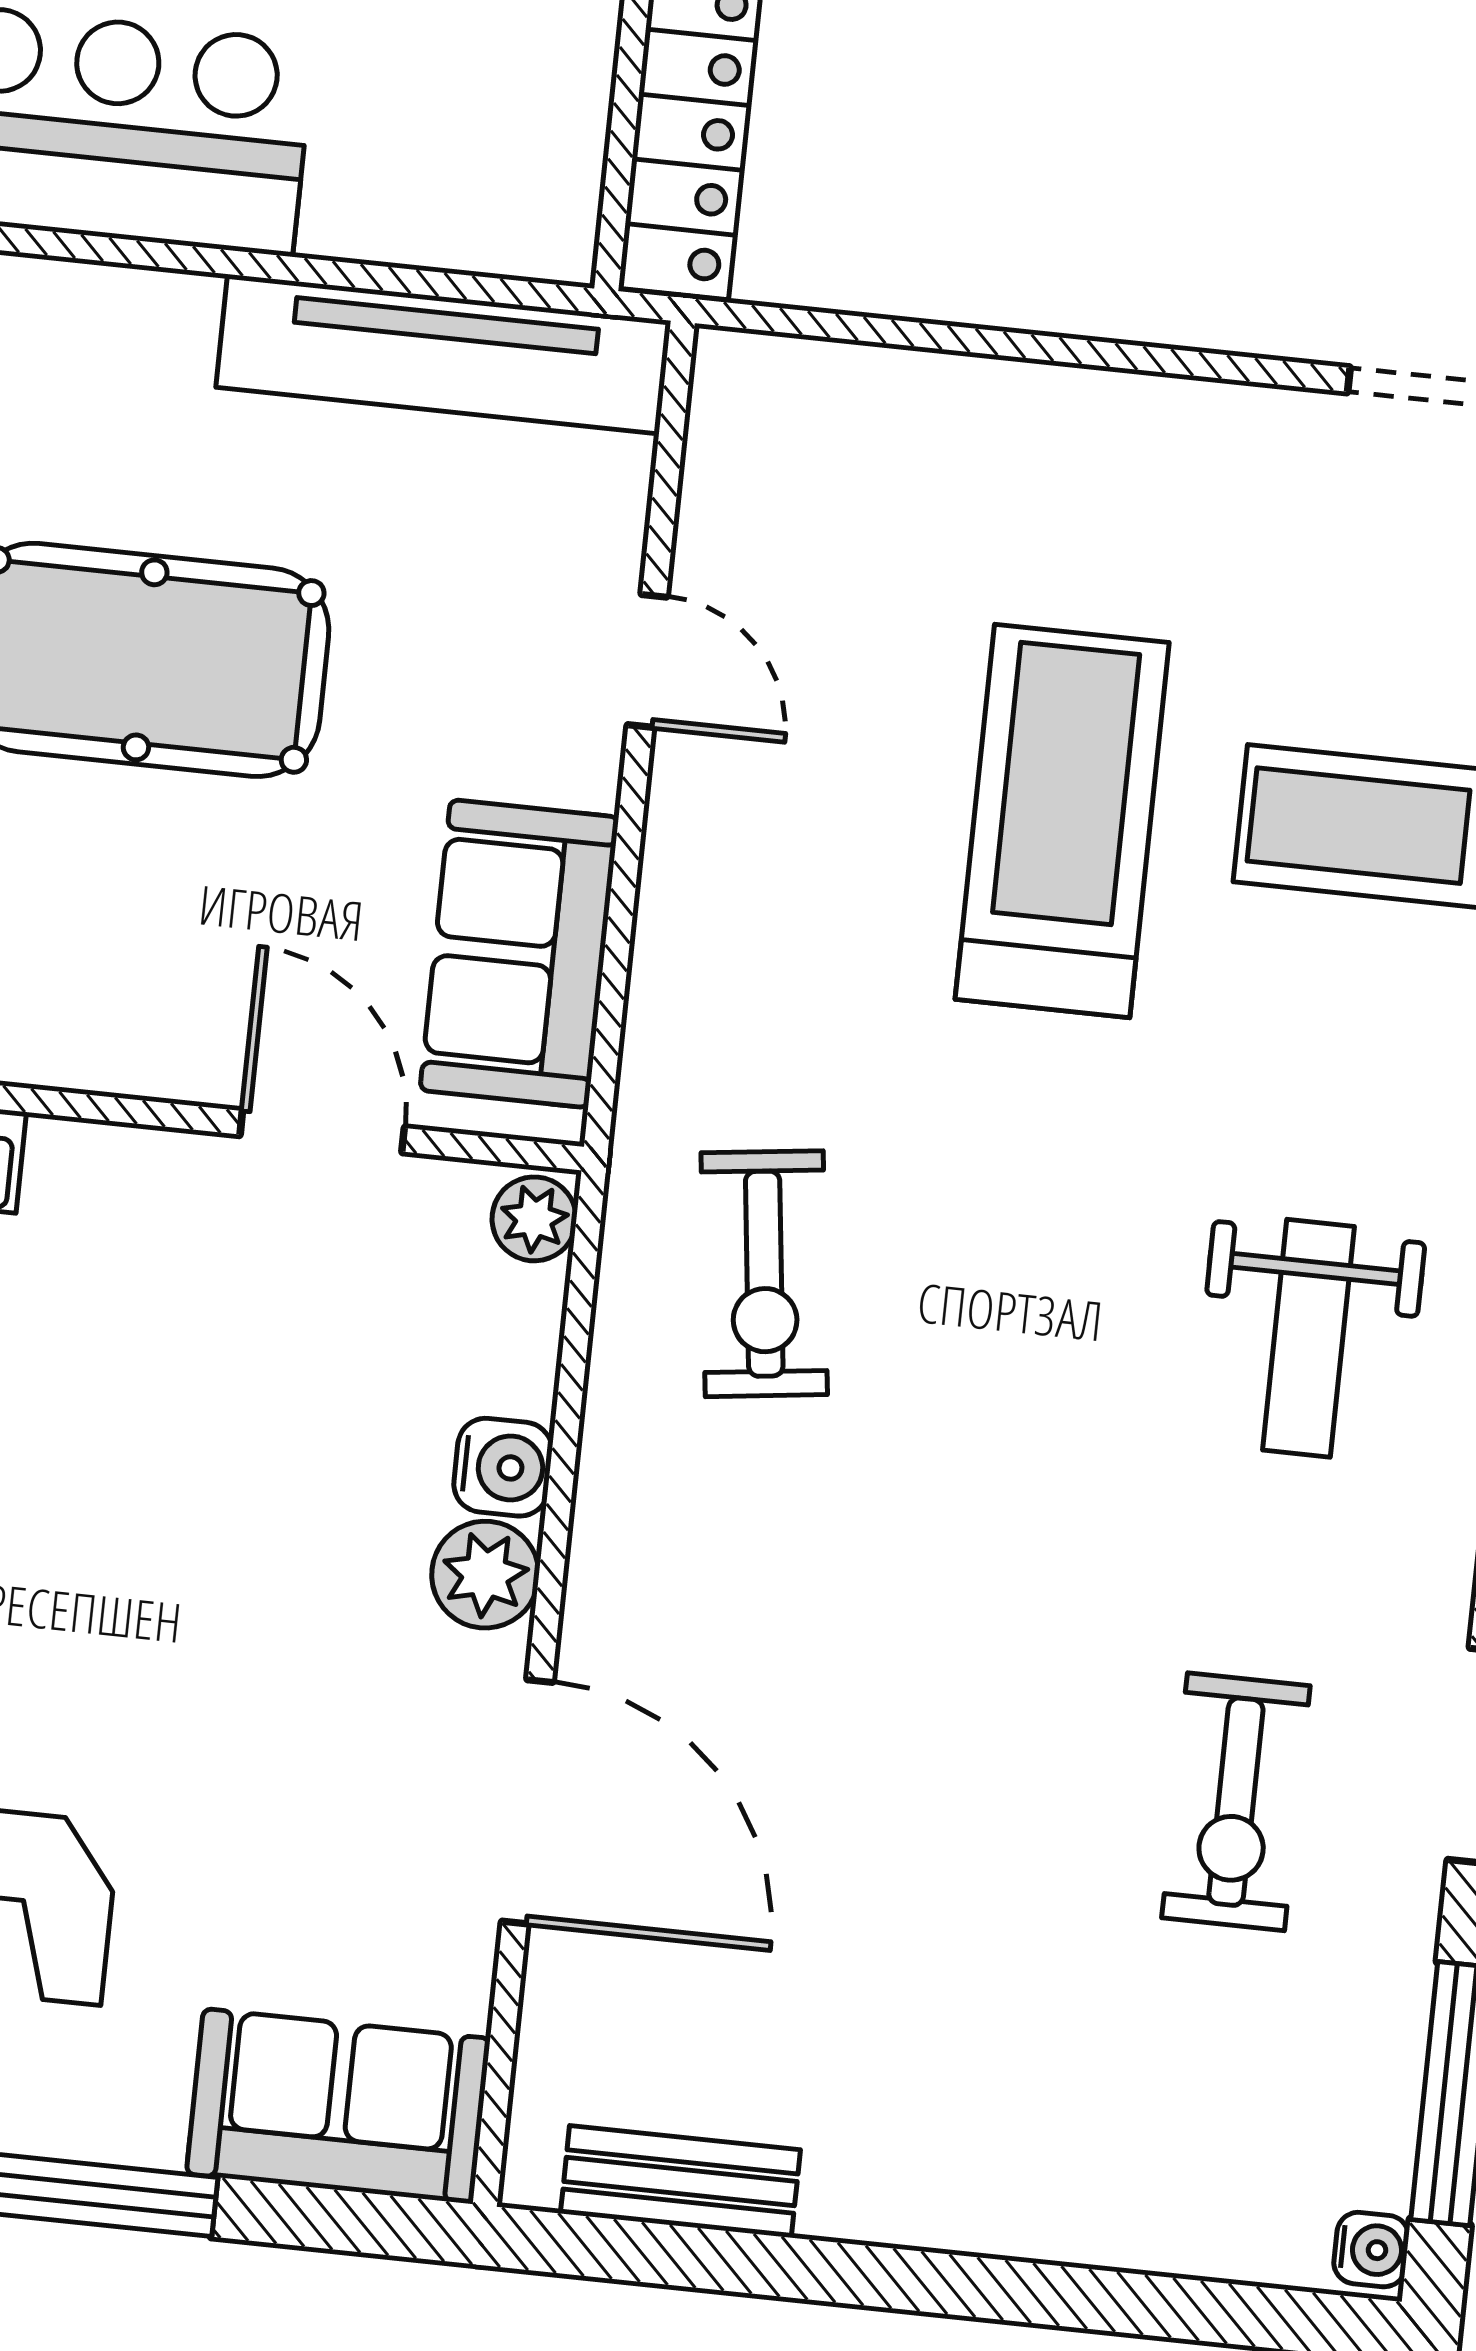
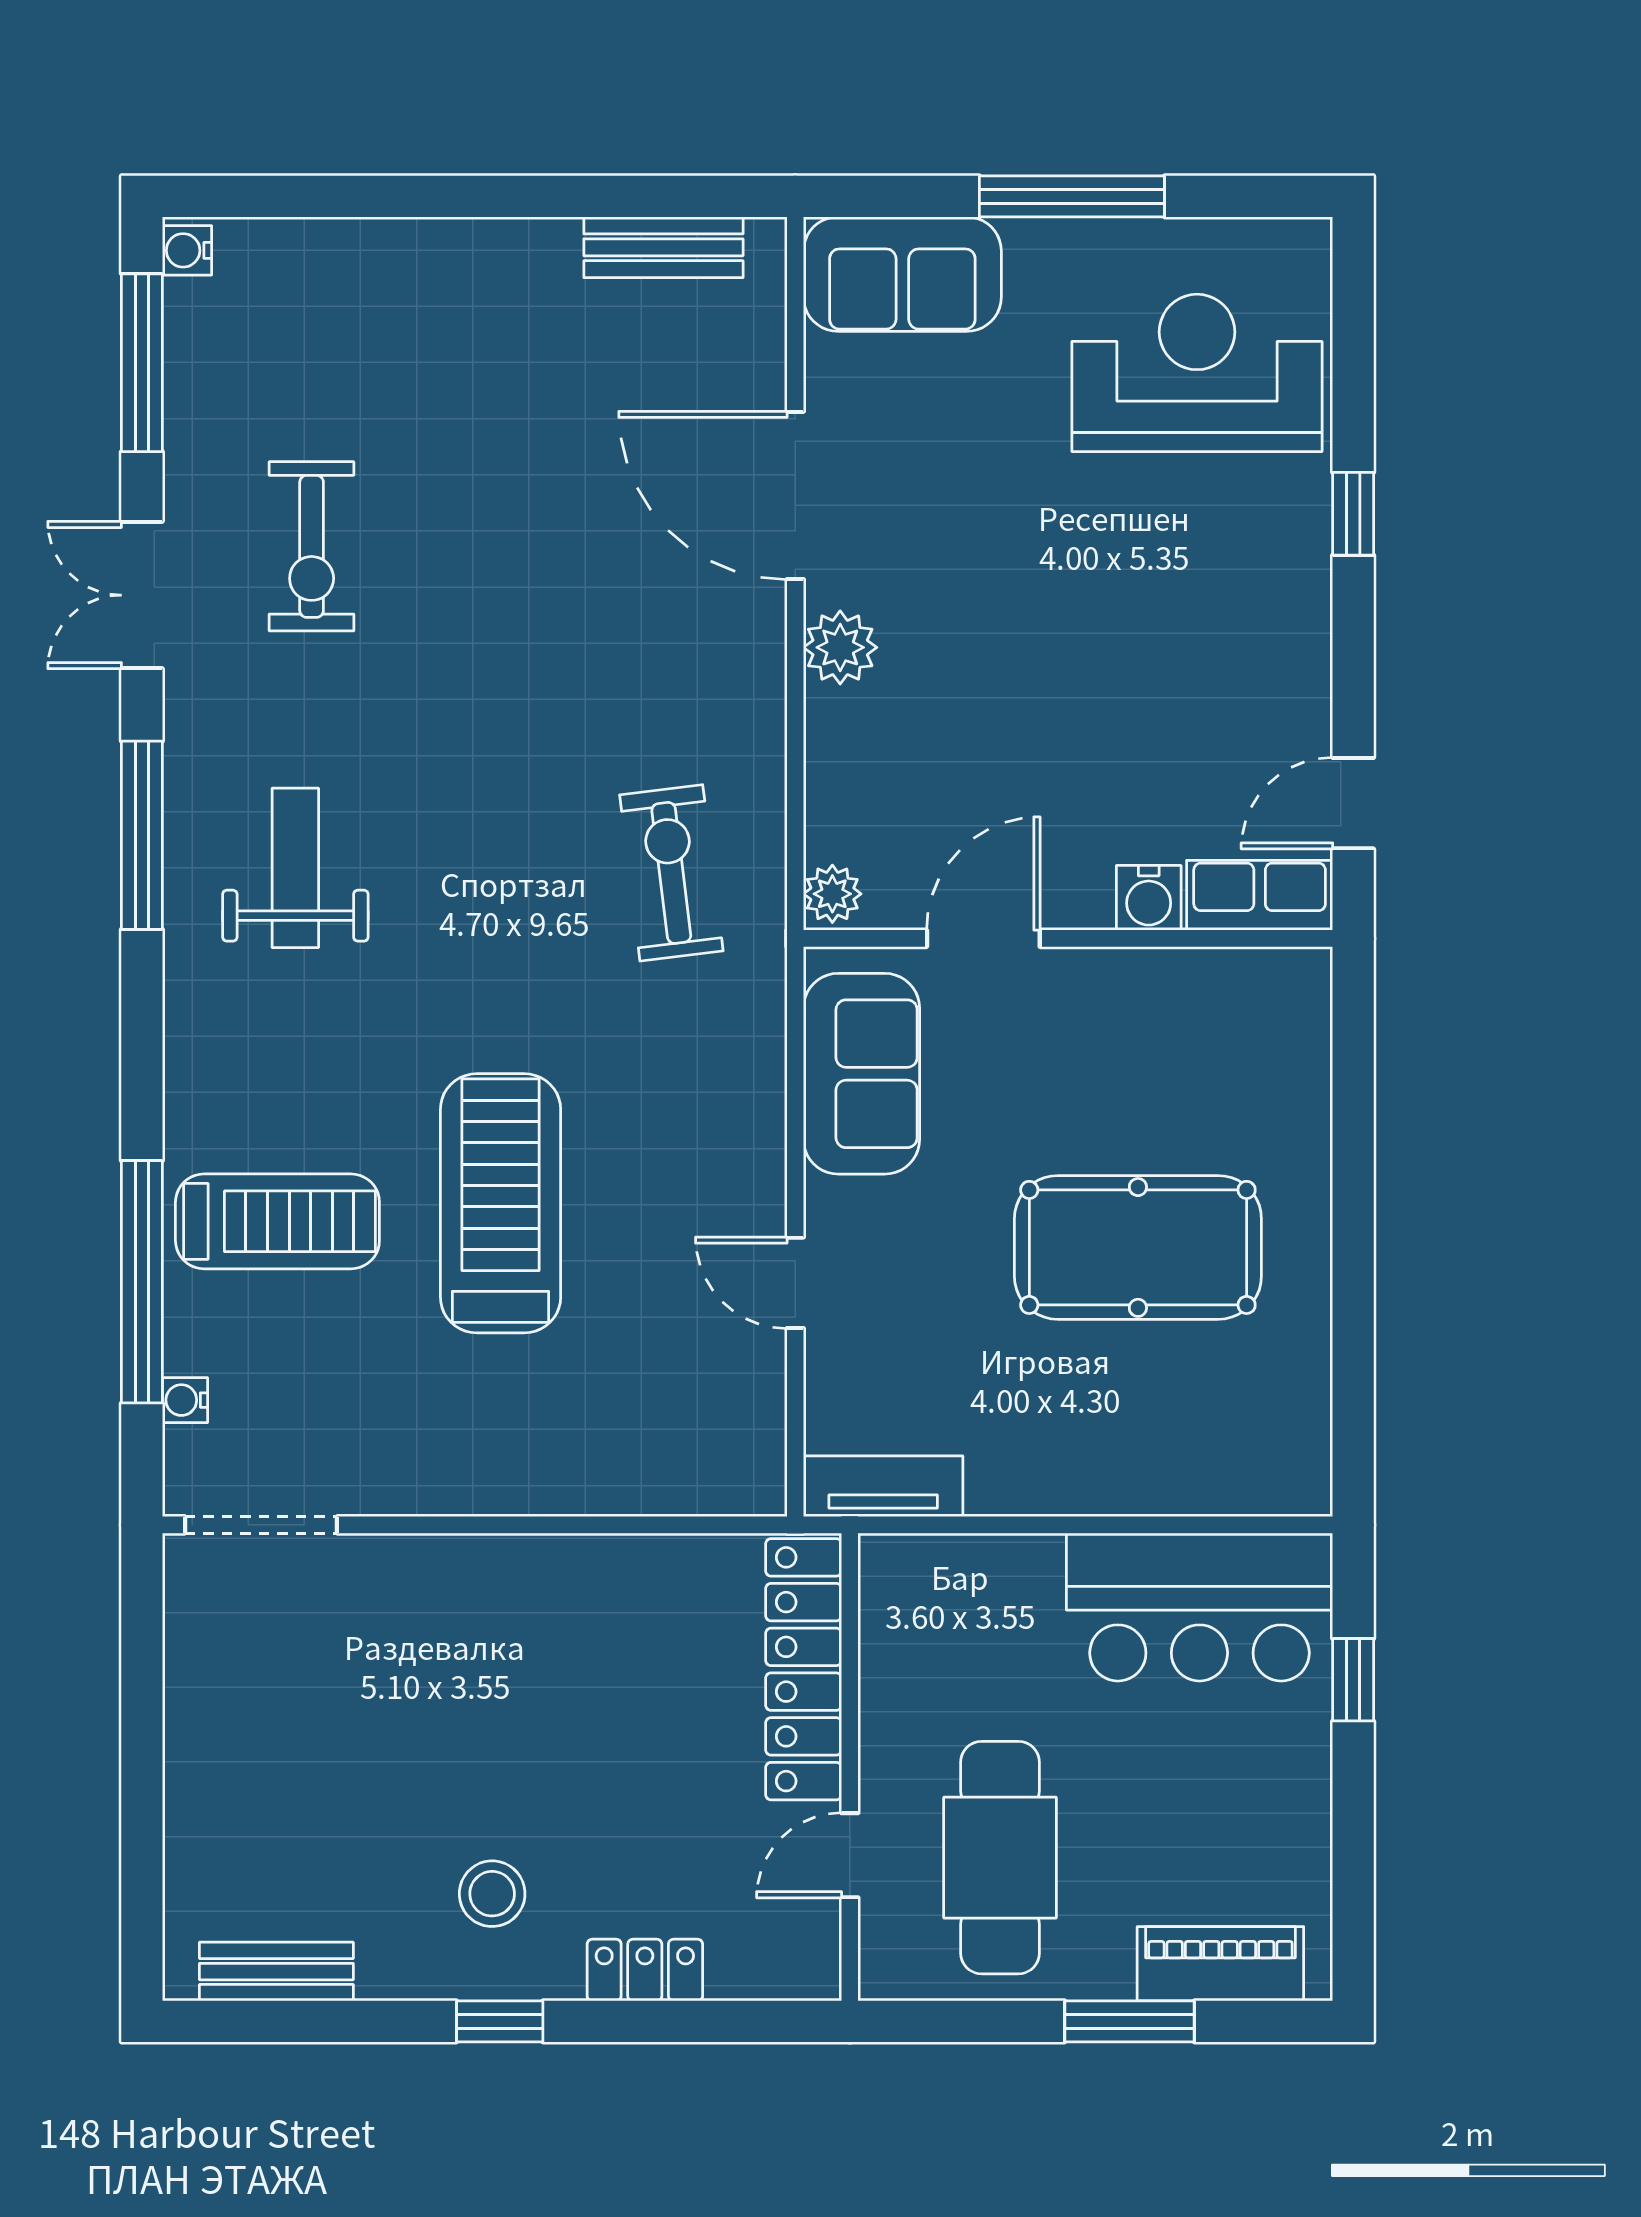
tv unit: (443, 354) -> (883, 1486), width x0.52, depth x0.78
treadmill: (1062, 821) -> (501, 1203), turned 180
door: (322, 1131) -> (983, 938), swing flipped
water cooler: (503, 1467) -> (1149, 898), moved, turned -90
exercise bike: (1236, 1802) -> (312, 546), turned 180

